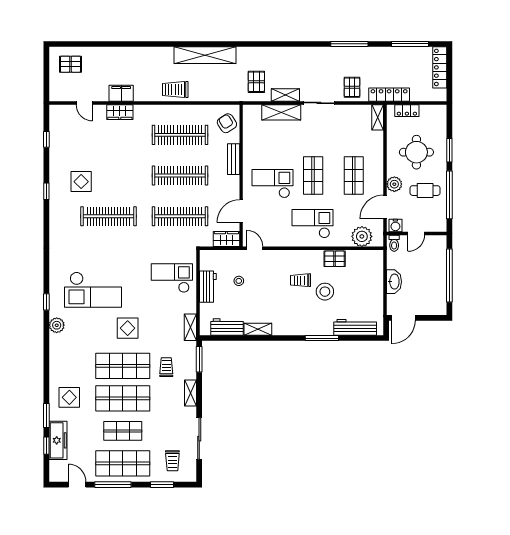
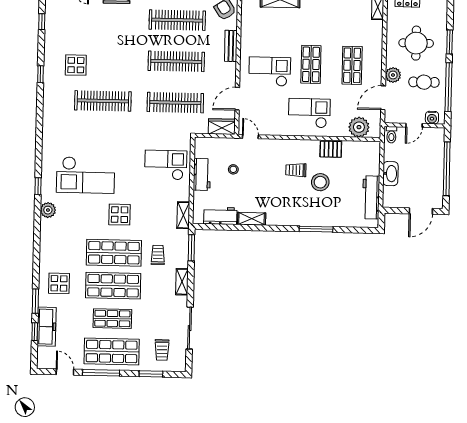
water cooler: (395, 225) -> (432, 118), moved
door: (404, 318) -> (421, 211), moved
workbench: (355, 327) -> (371, 197), moved, turned -90

